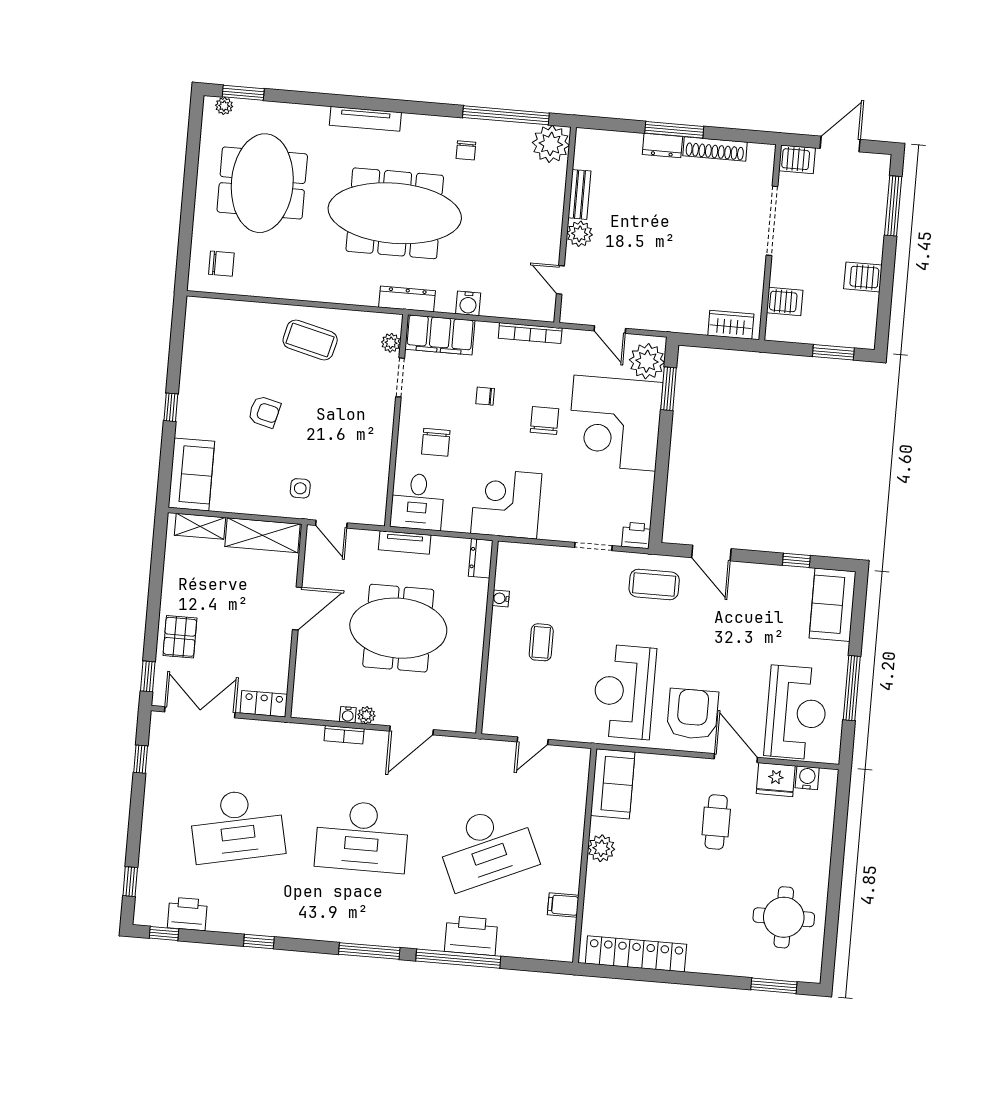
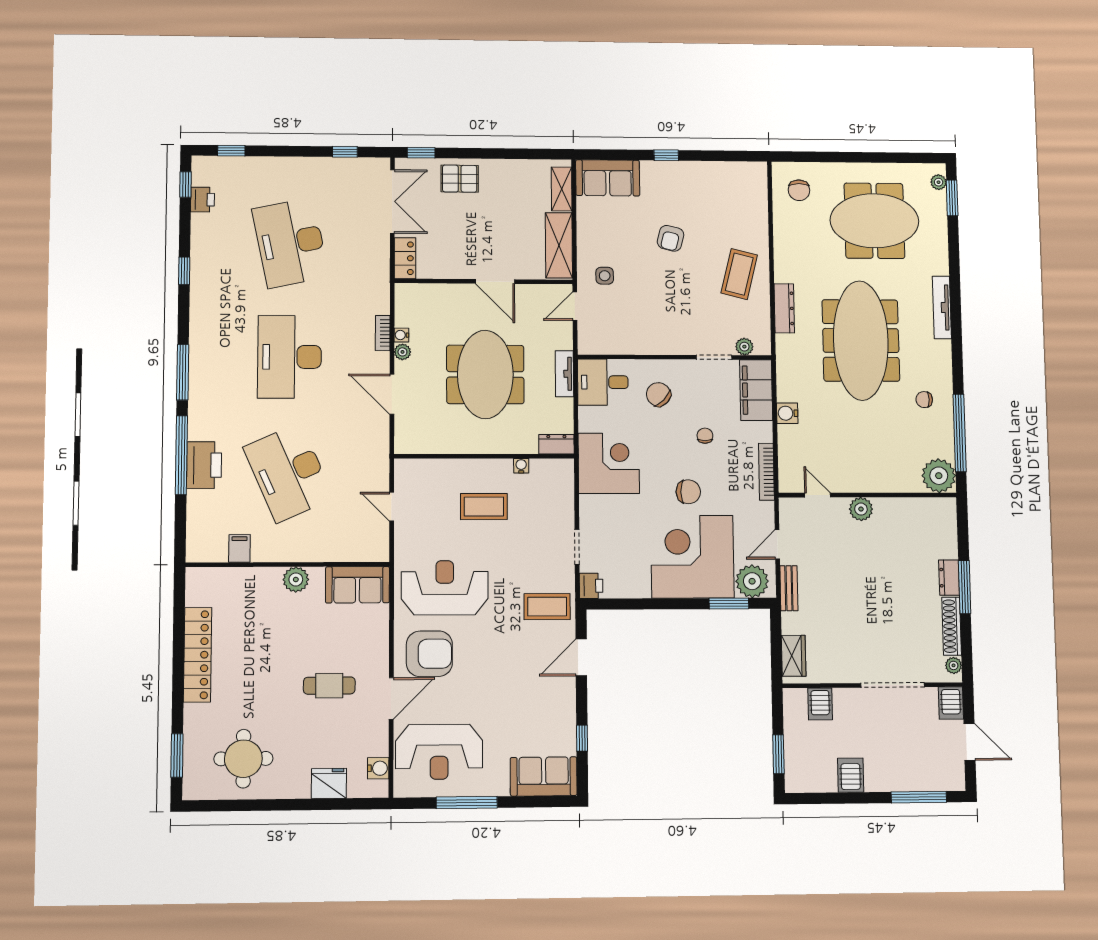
plant: (757, 152) -> (954, 665), added
bench: (579, 194) -> (789, 588), moved, turned 90
door: (560, 280) -> (818, 495), hinge flipped
dresser: (407, 299) -> (784, 308), moved
chair: (436, 442) -> (658, 394), turned 44
coffee table: (654, 584) -> (547, 607), turned 90
coffee table: (541, 642) -> (484, 507), width x1.36, depth x1.30
fridge: (776, 780) -> (329, 783), moved, turned 90
printer: (187, 914) -> (202, 200), width x0.73, depth x0.81
locker: (636, 954) -> (198, 655), moved

